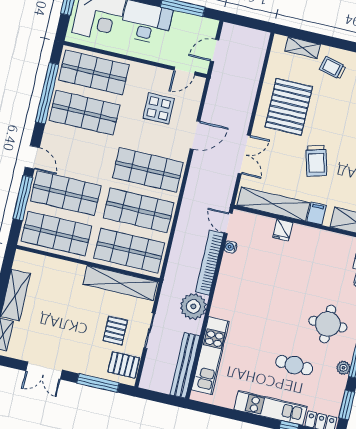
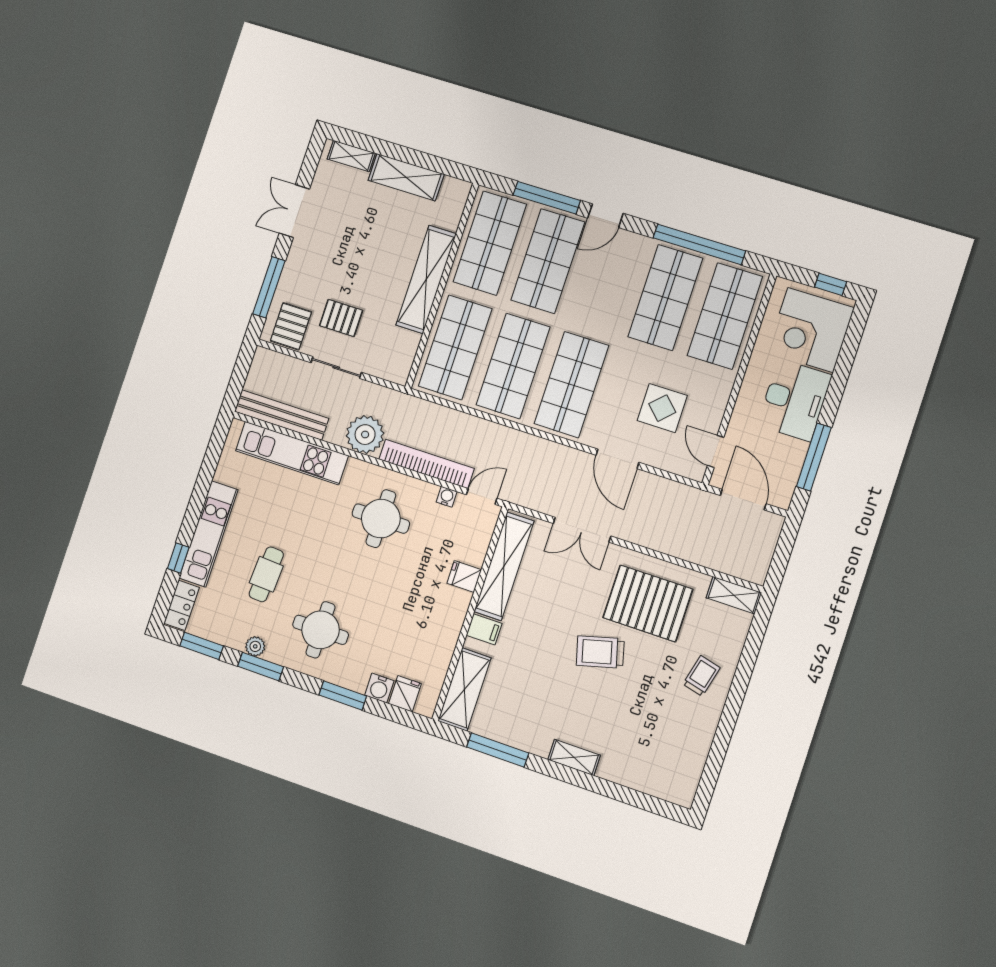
shelving: (303, 48) -> (734, 595), moved, turned 90
door: (215, 50) -> (743, 500), width x1.38
trolley: (316, 161) -> (600, 652), moved
shelving: (120, 283) -> (426, 279), moved
round table: (249, 290) -> (381, 519), added

